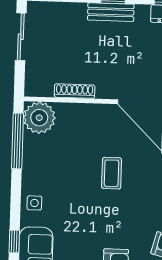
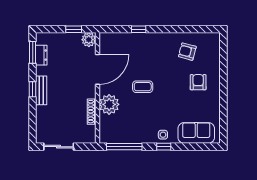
plant: (39, 118) -> (109, 104), moved
window: (14, 241) -> (164, 147), moved

